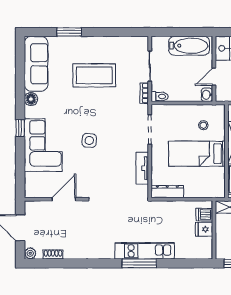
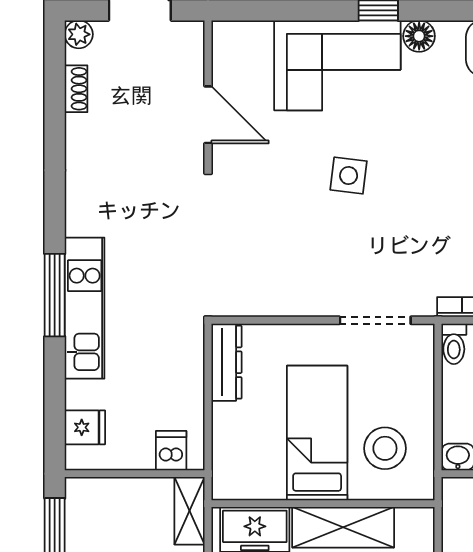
floor lamp: (31, 99) -> (419, 36), moved
stool: (203, 125) -> (385, 448), width x1.89, depth x1.89
tv unit: (142, 168) -> (282, 302), removed
fridge: (204, 229) -> (85, 427), moved, turned 90

